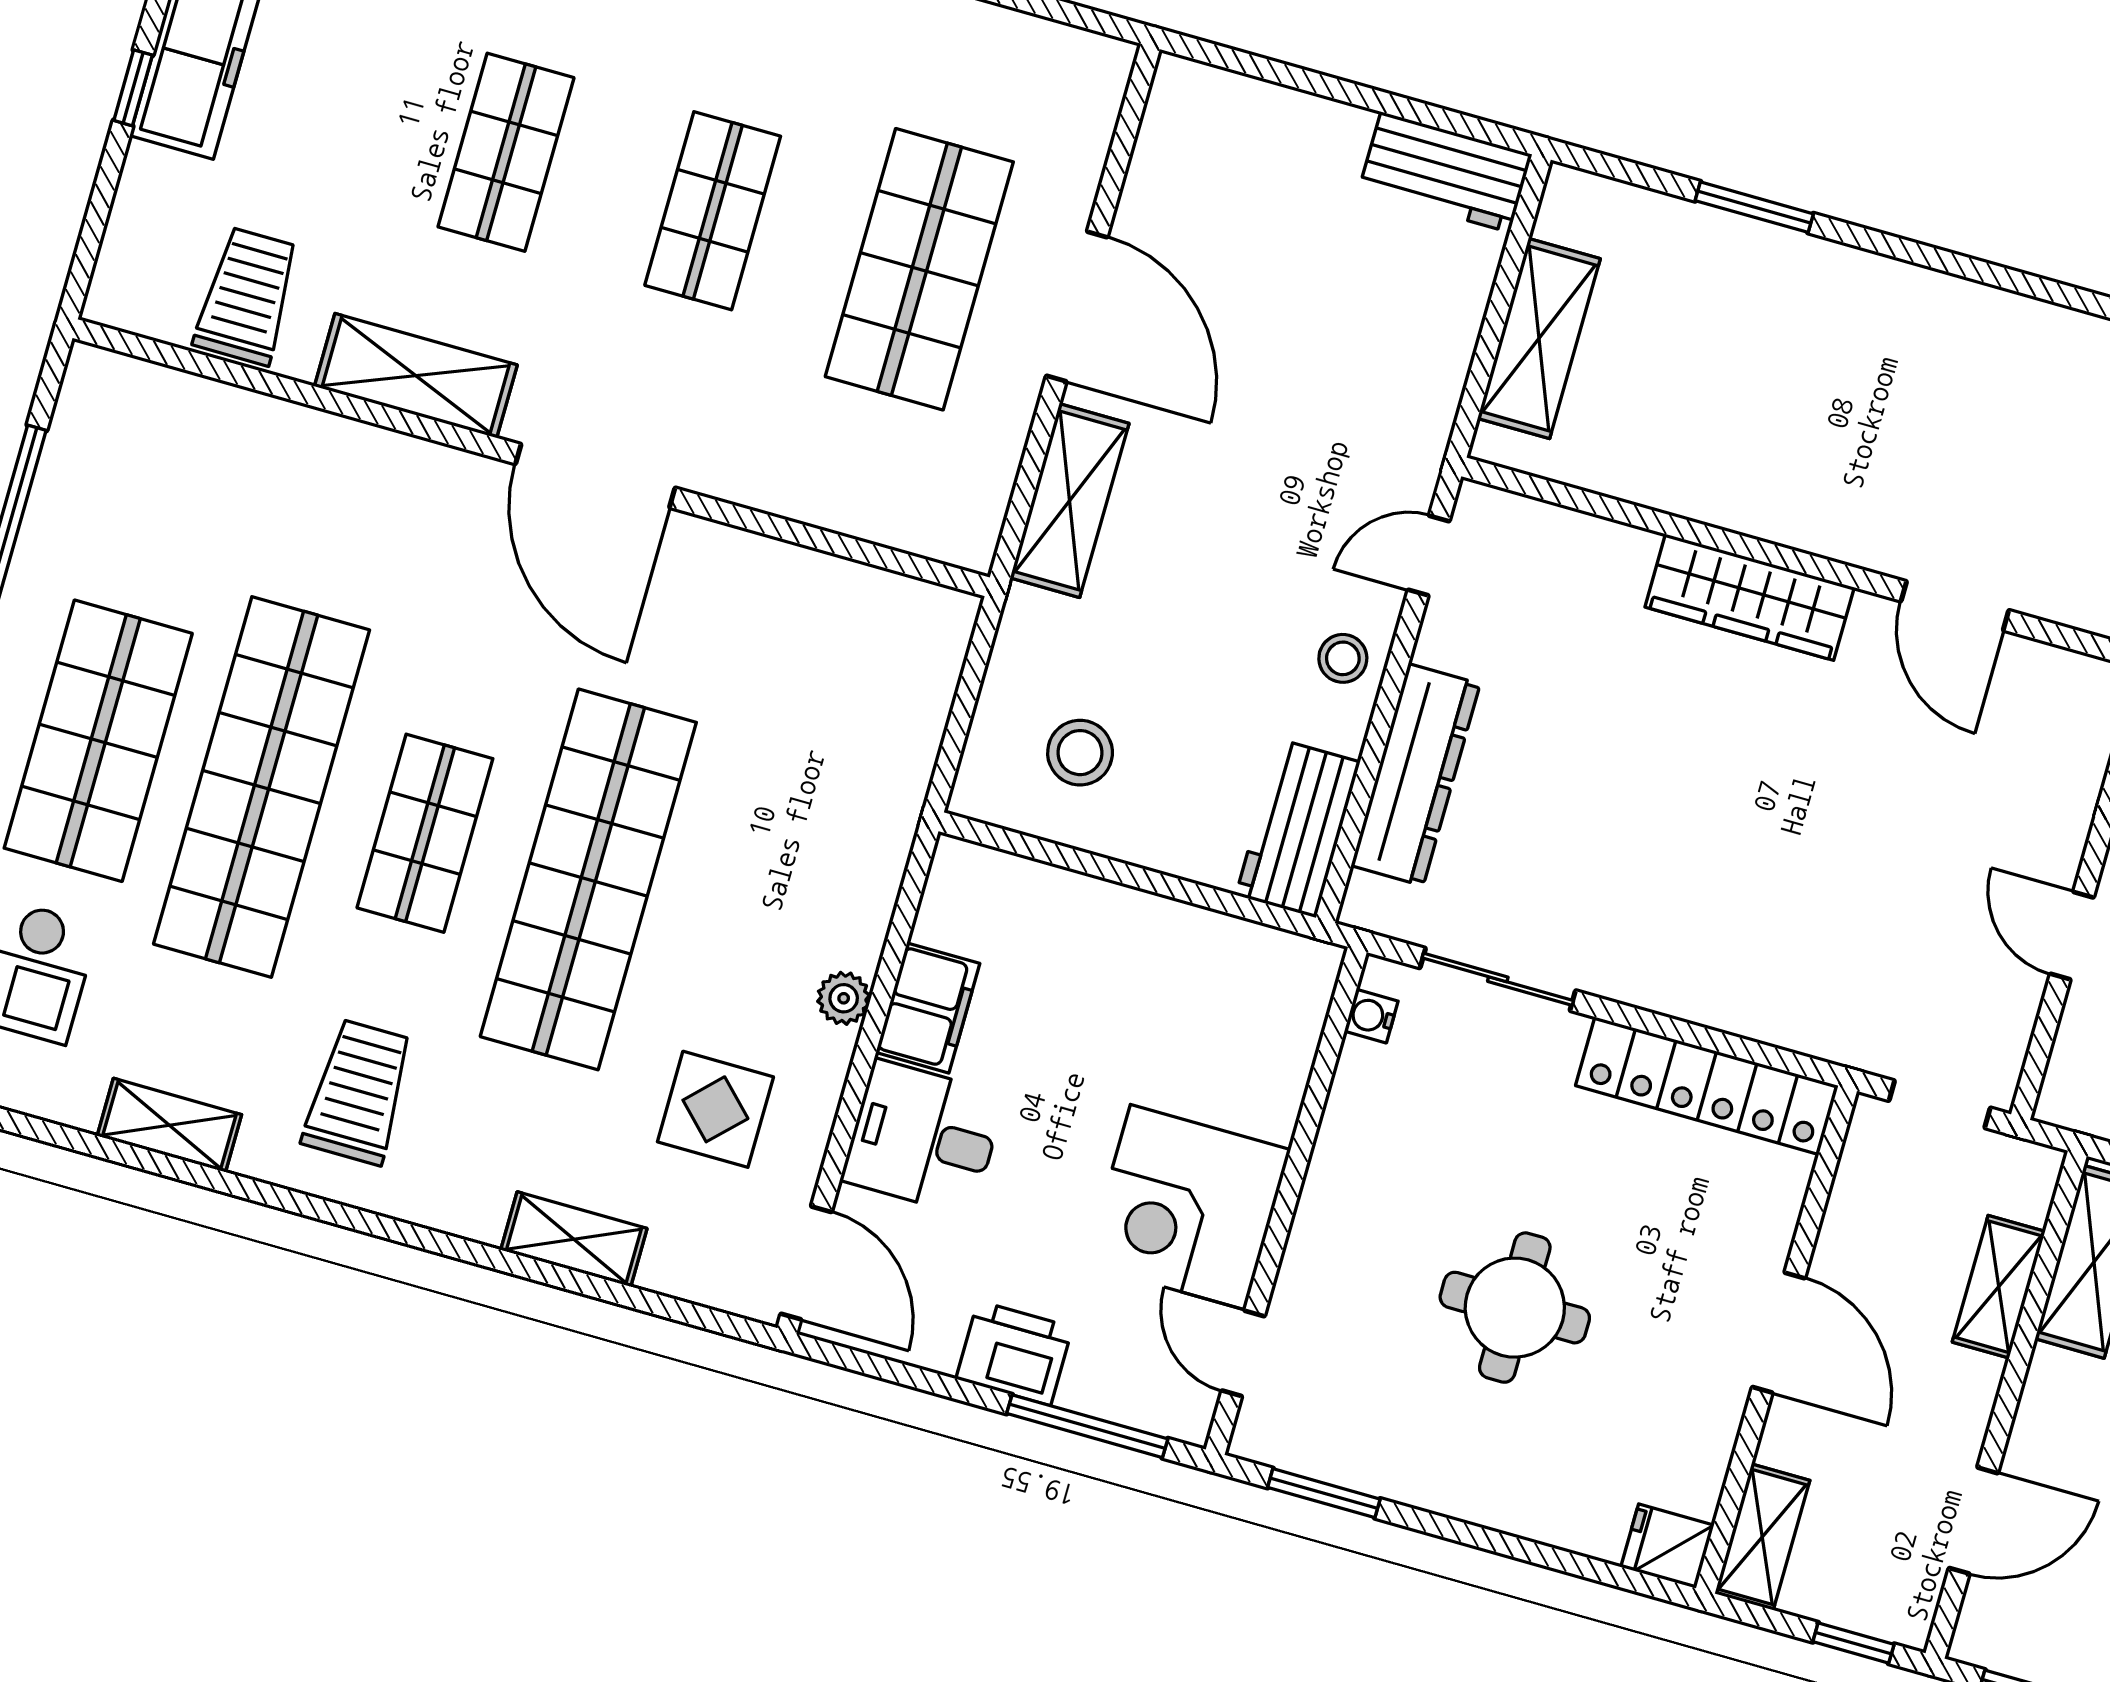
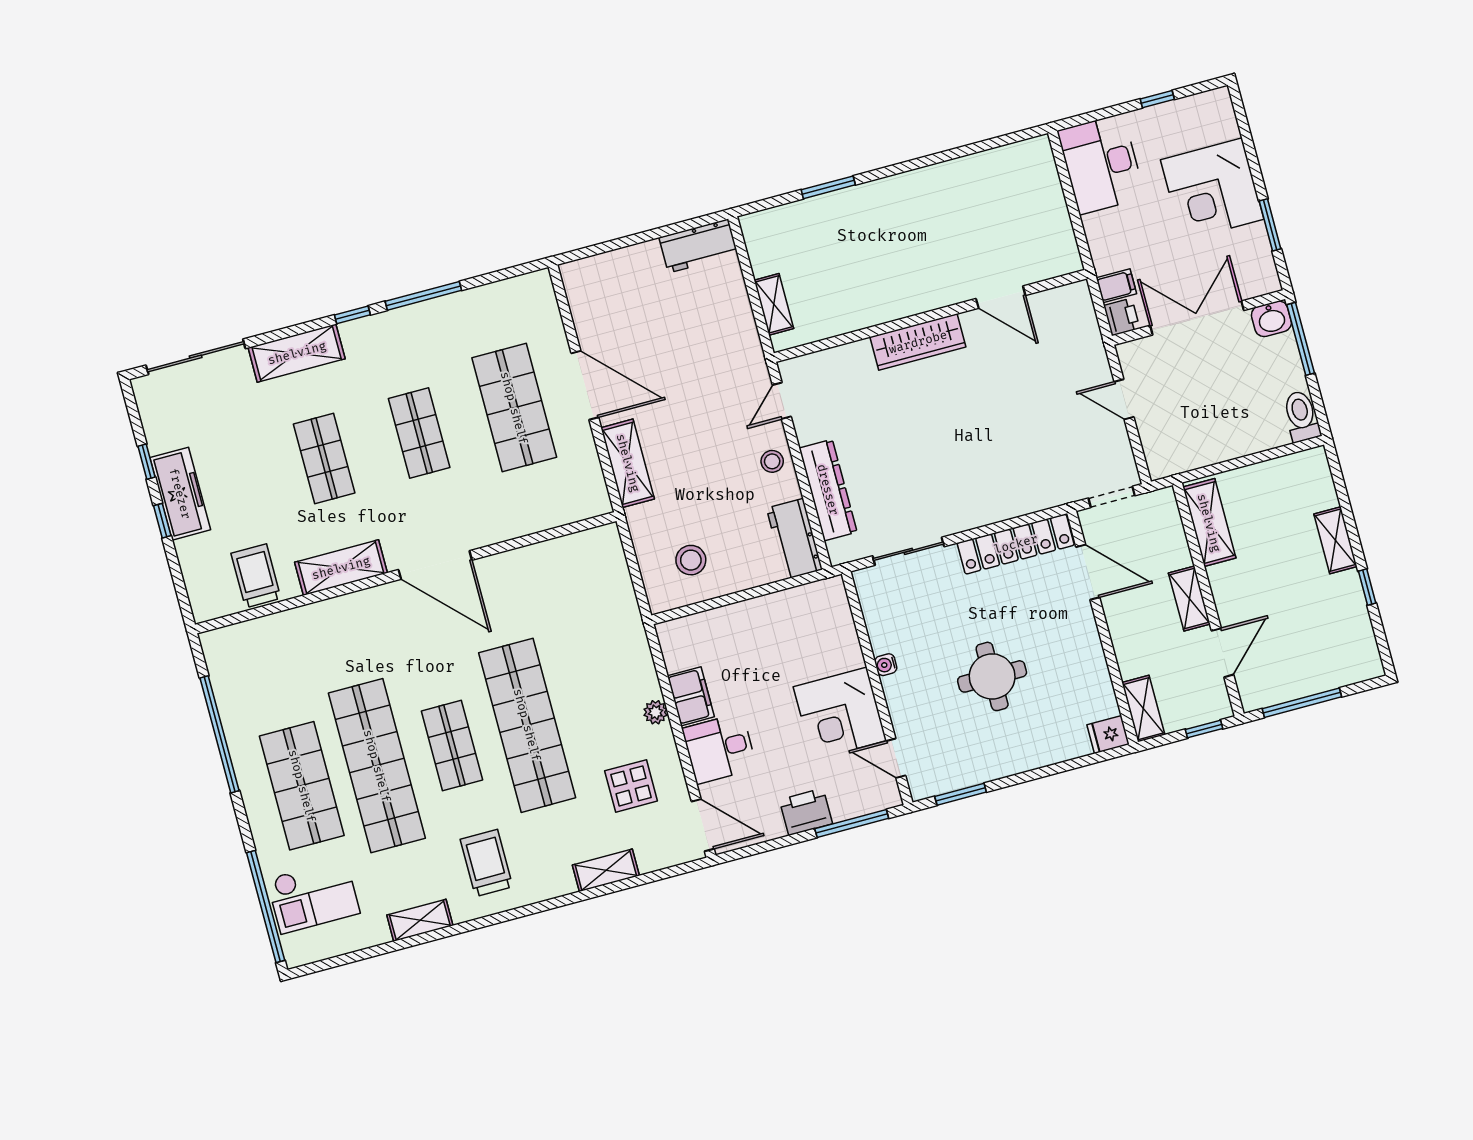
shelving: (1539, 338) -> (774, 304), width x0.67, depth x0.75
water cooler: (1371, 1016) -> (886, 665), moved
shelving: (1999, 1287) -> (1189, 598), moved
door: (1779, 1333) -> (1088, 572), moved

